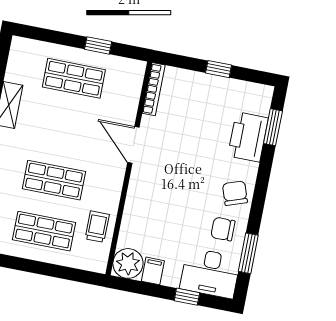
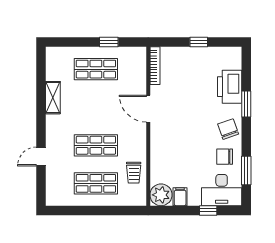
window: (273, 127) -> (246, 104), moved
trolley: (97, 227) -> (134, 173), turned 180

